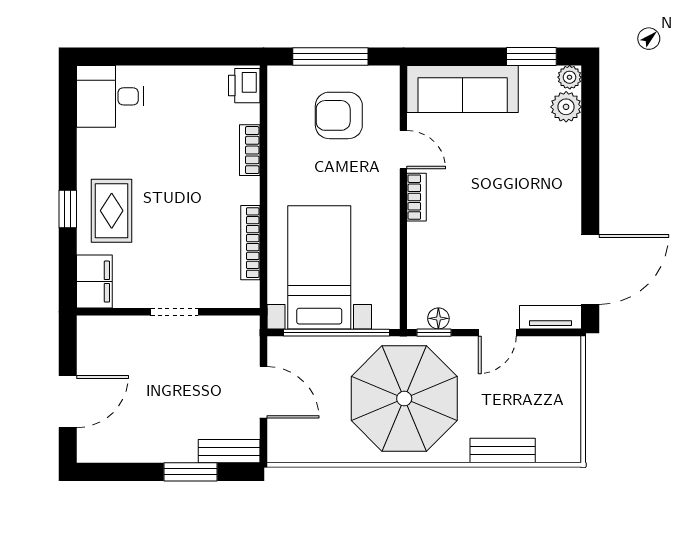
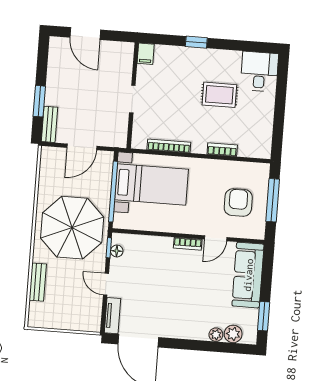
plant: (570, 77) -> (216, 335), moved
printer: (244, 86) -> (260, 149), removed
rug: (112, 211) -> (219, 95), moved
filing cabinet: (94, 282) -> (146, 54), width x0.50

